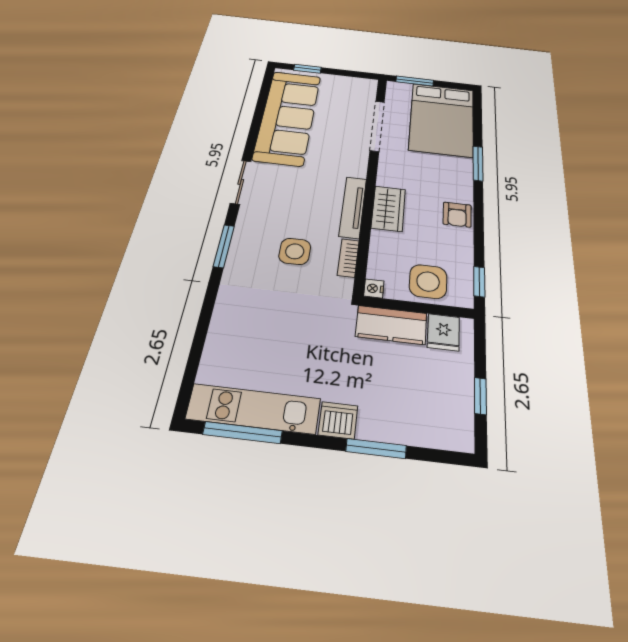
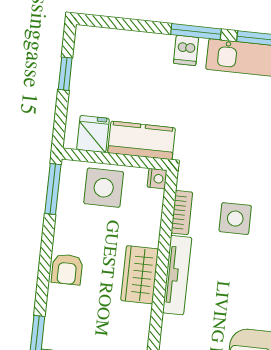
armchair: (457, 215) -> (67, 269), turned 180
window: (479, 282) -> (53, 189), width x1.50
dishwasher: (338, 420) -> (186, 50), width x0.73
window: (376, 449) -> (196, 32), moved

